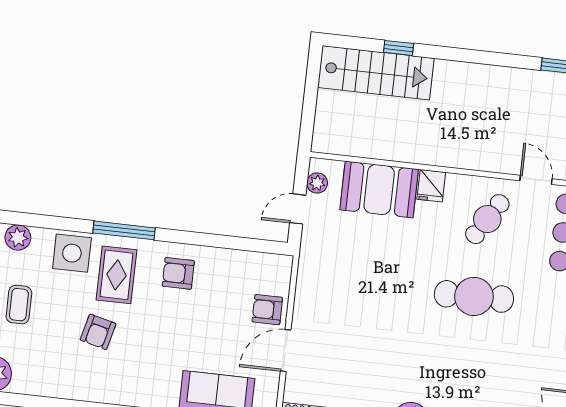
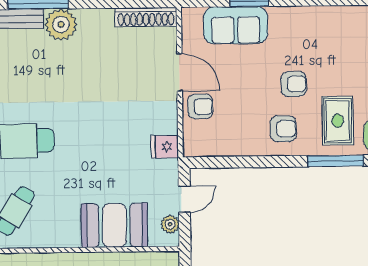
fridge: (431, 186) -> (165, 147), moved, turned -90
armchair: (98, 332) -> (294, 84), moved, turned 76
door: (286, 351) -> (180, 72), hinge flipped

